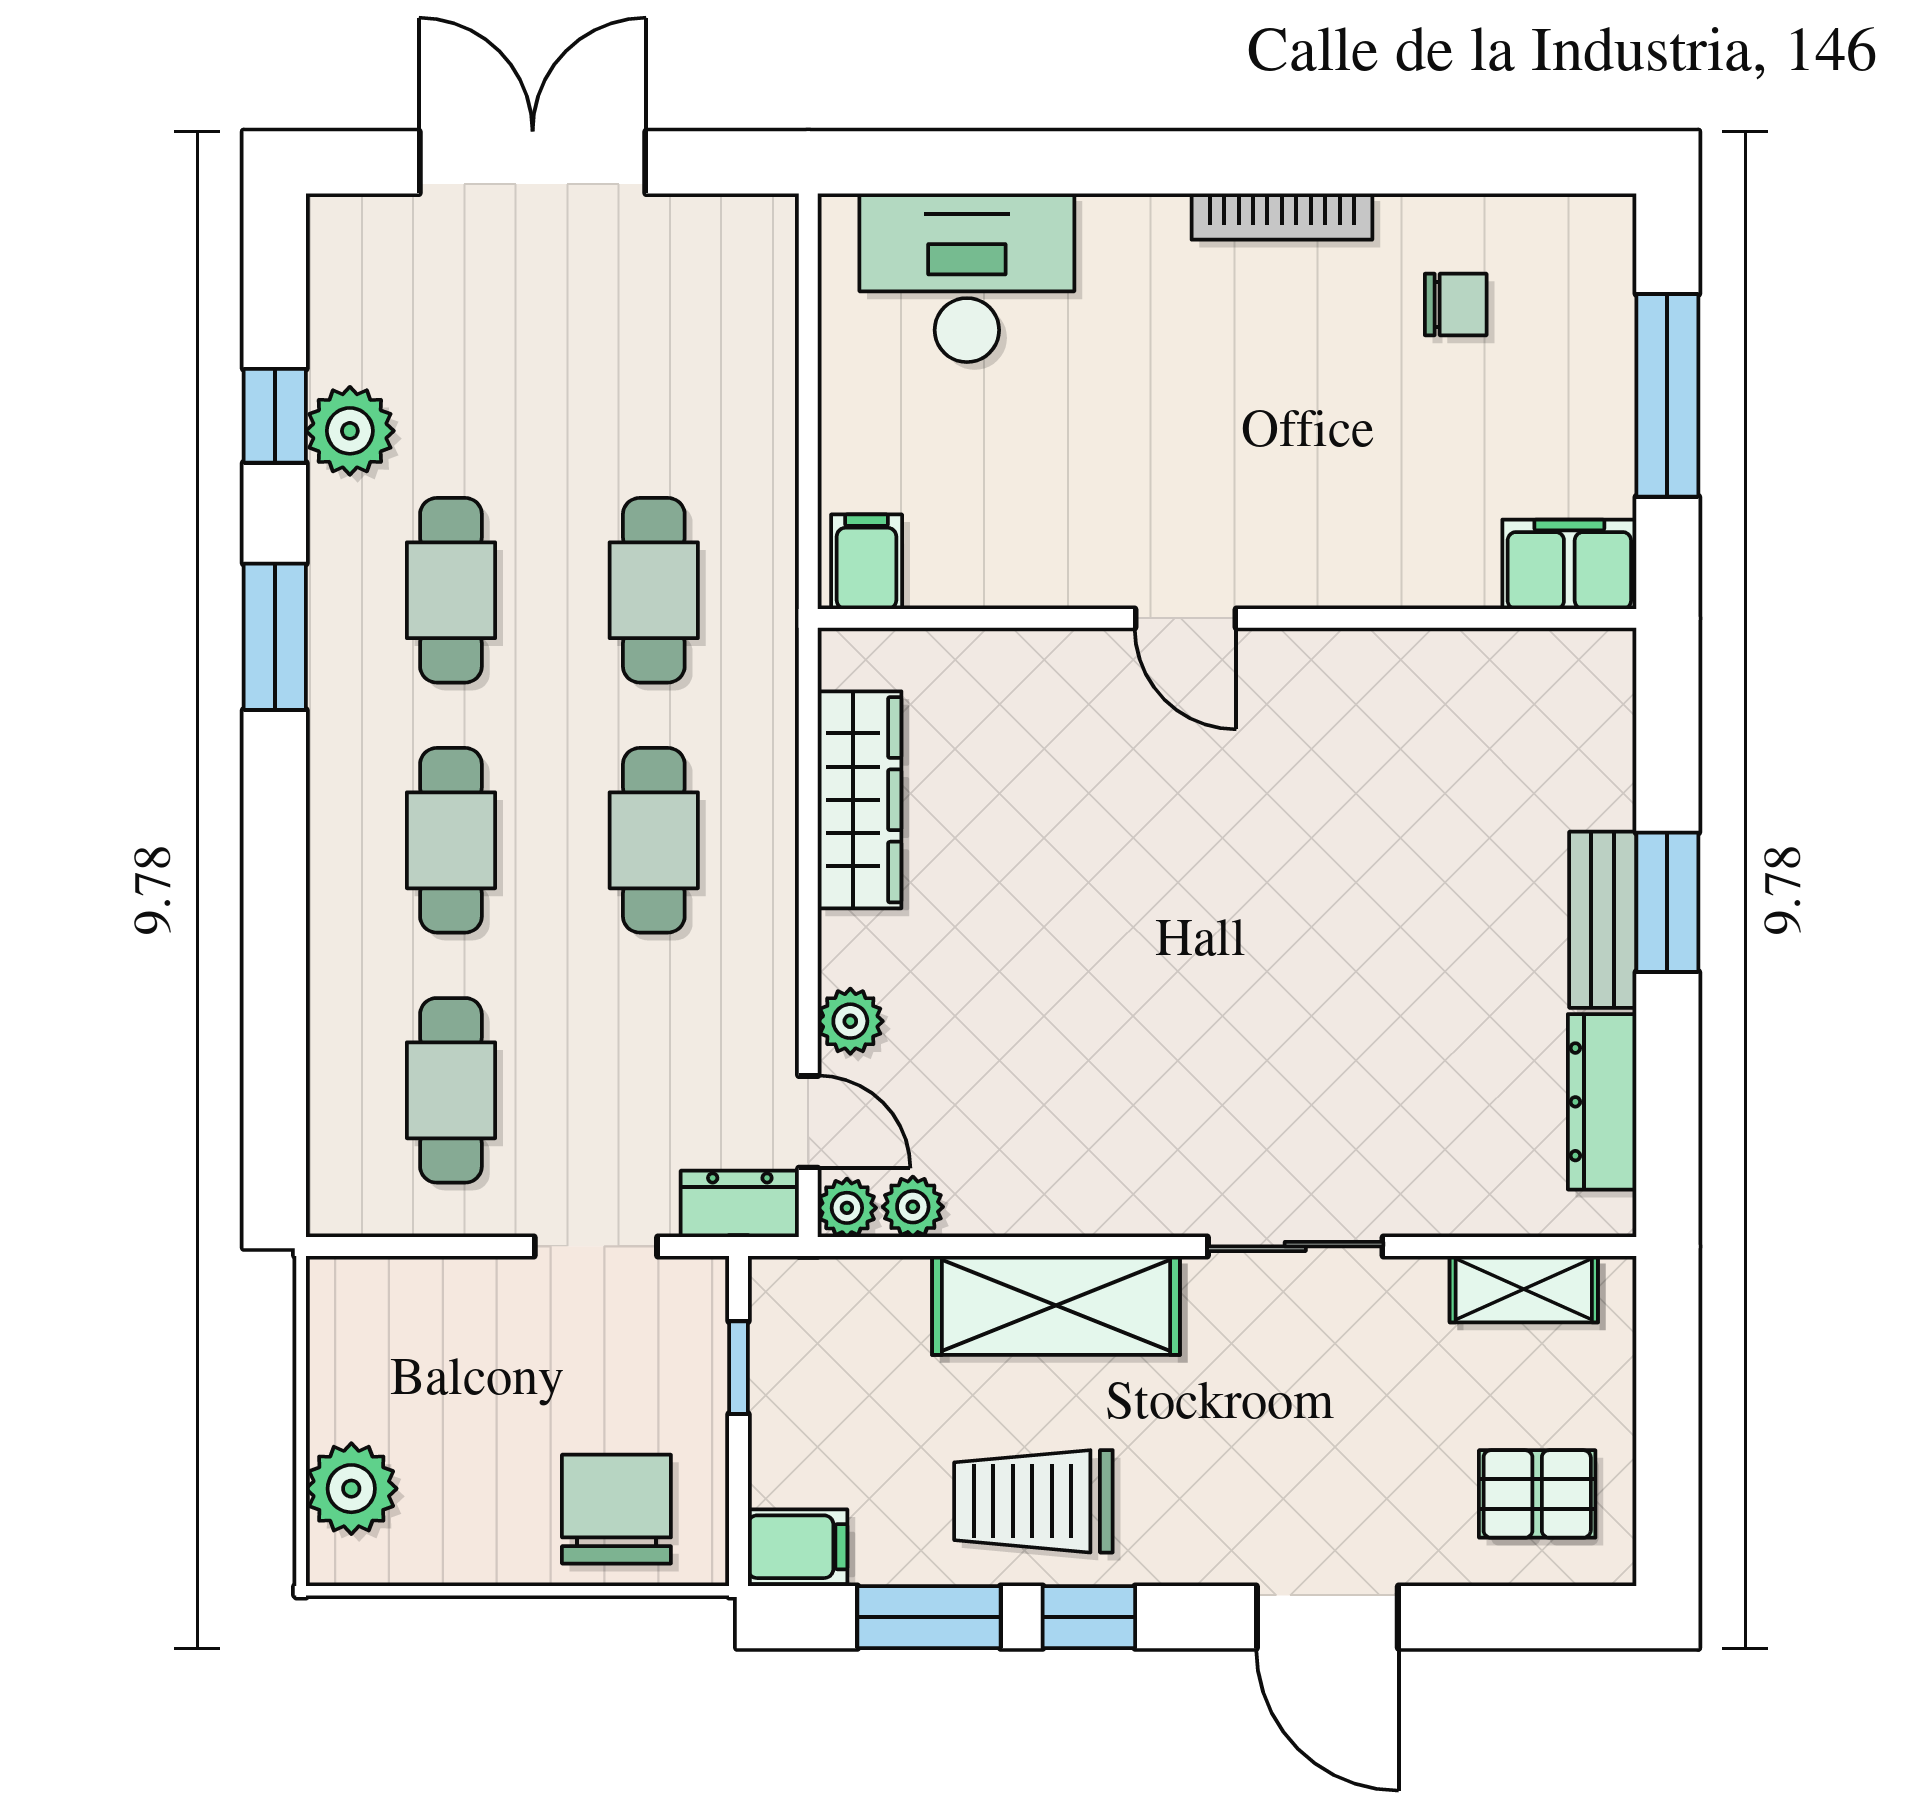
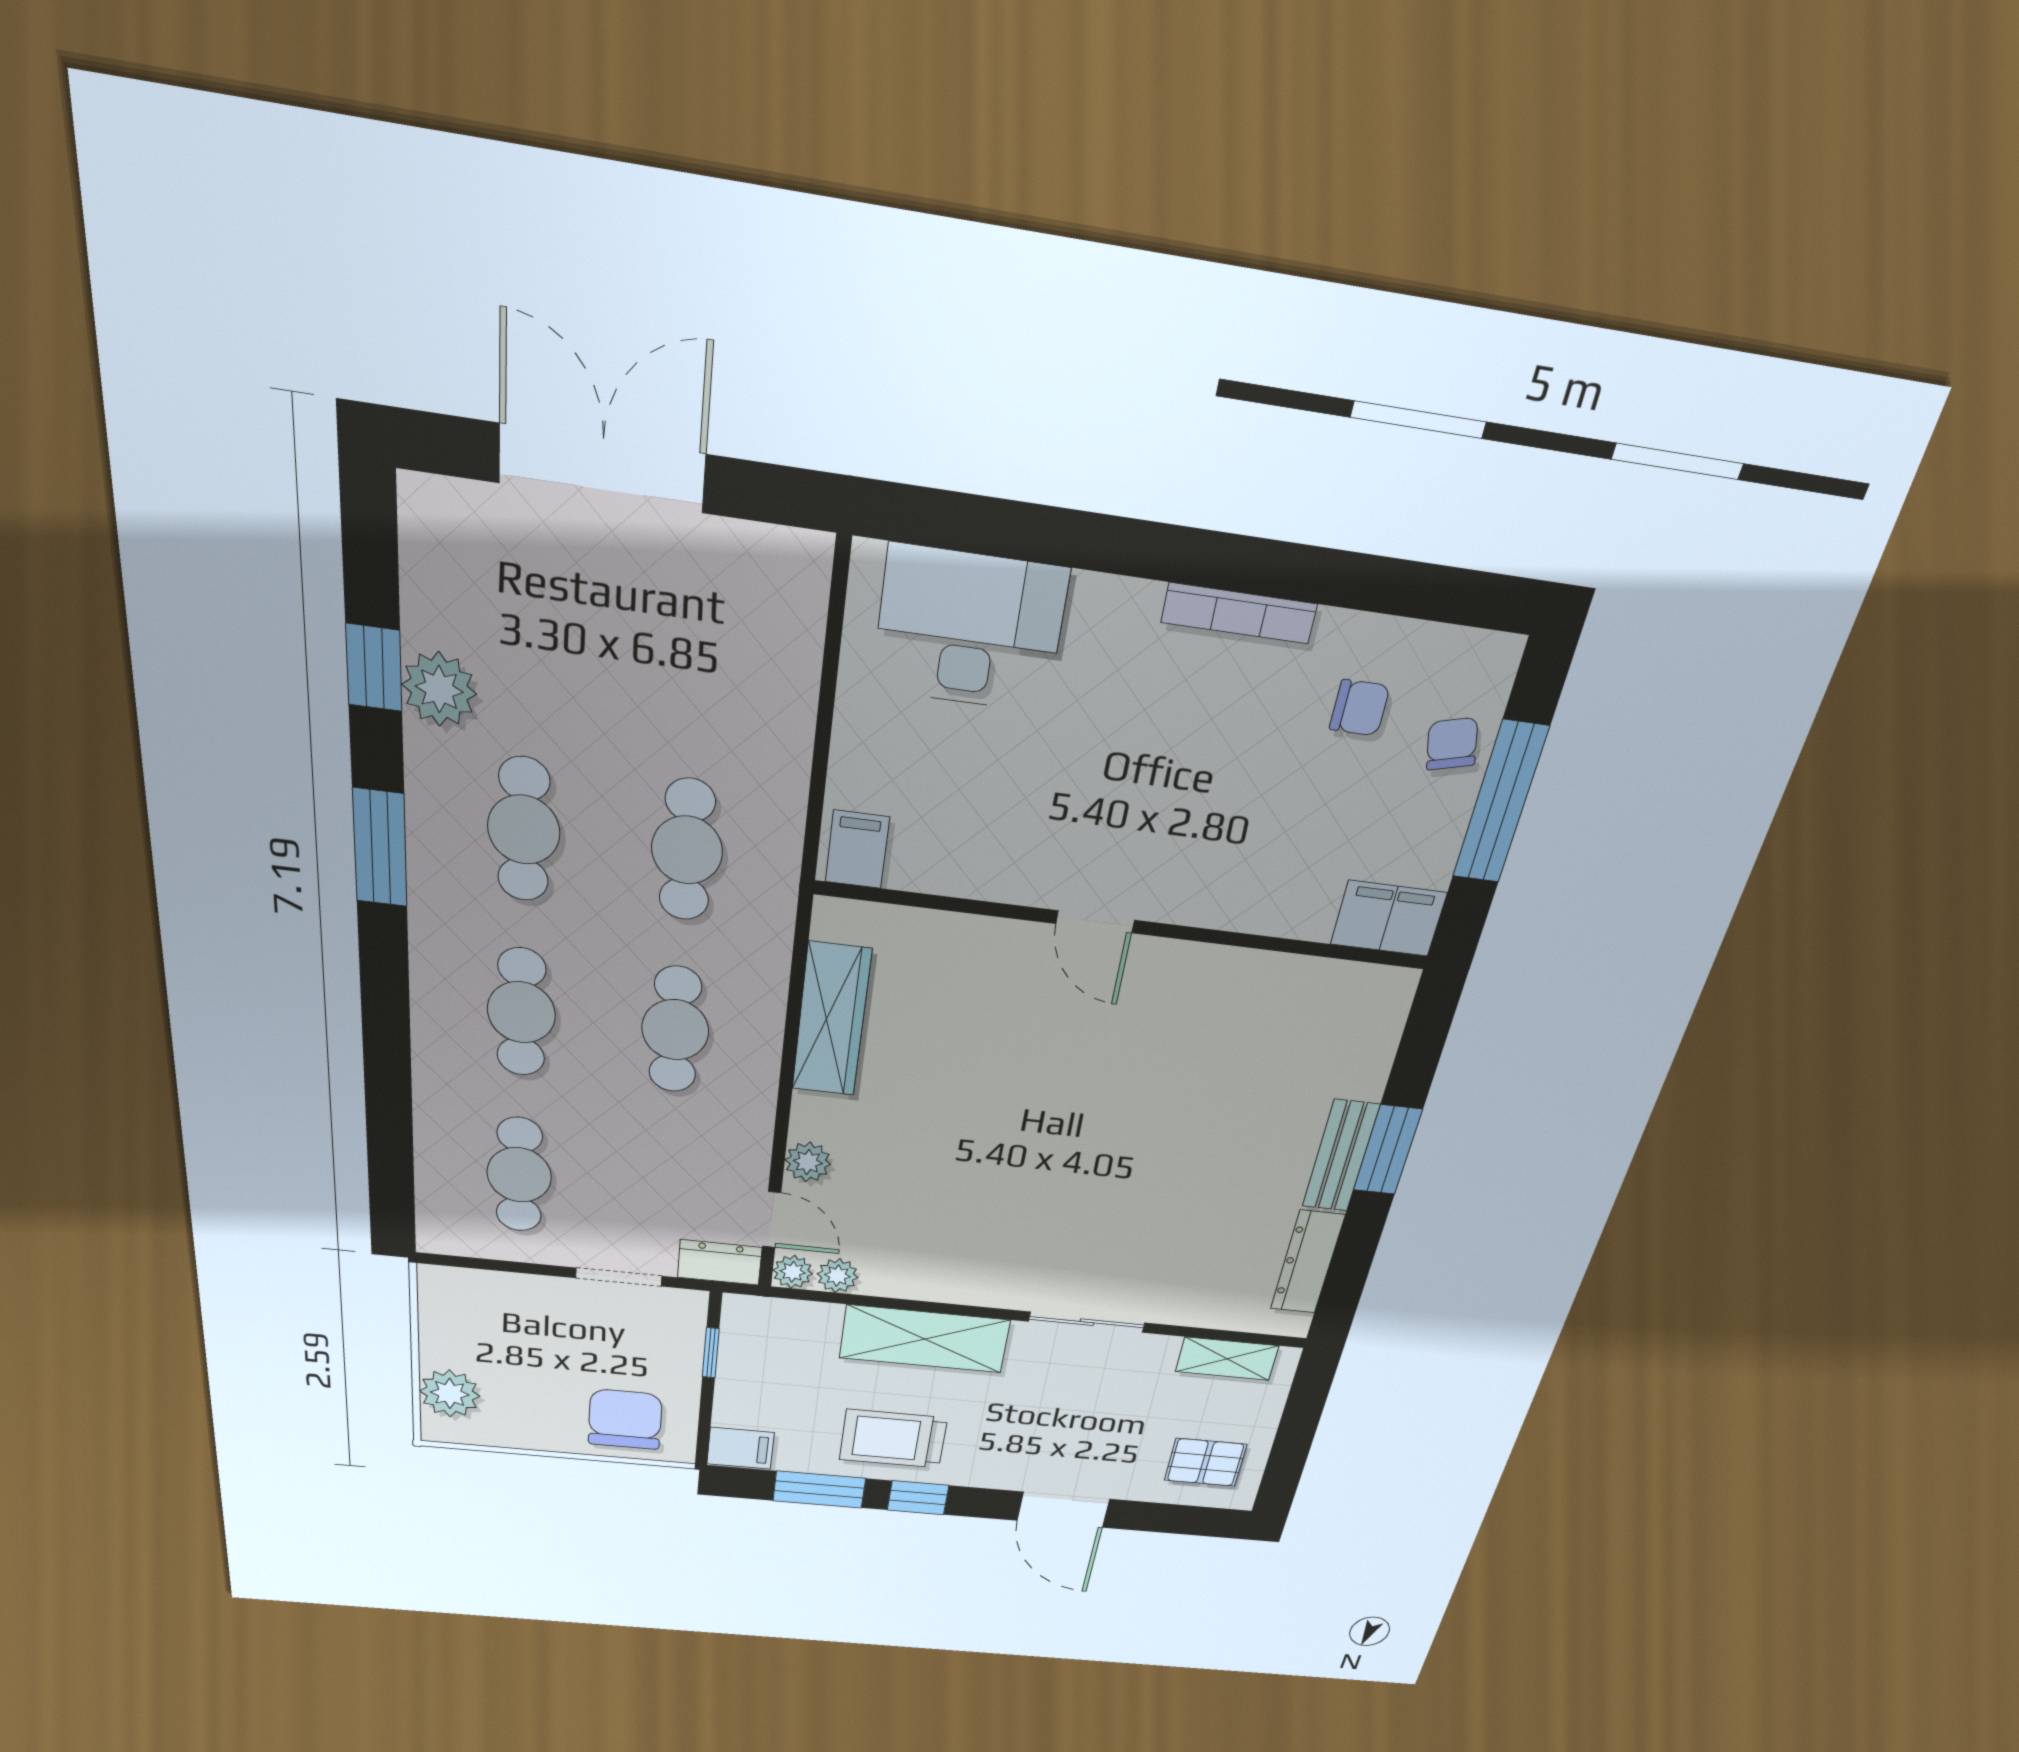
chair: (1583, 332) -> (1452, 744), added

